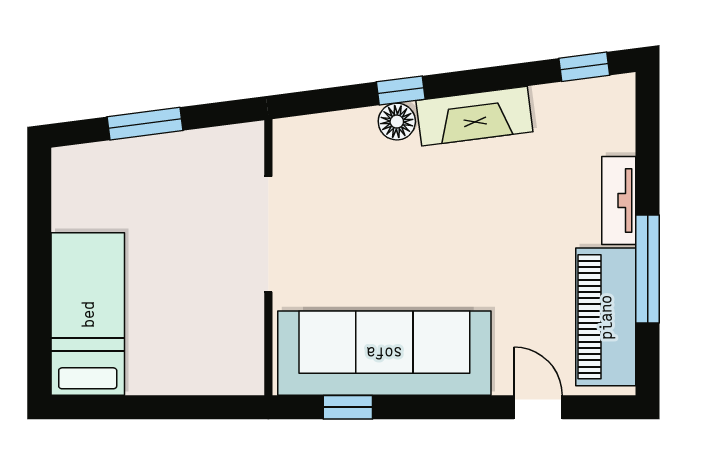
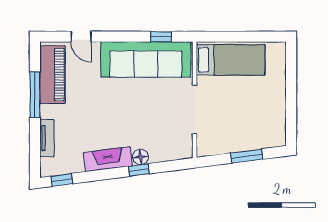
tv unit: (619, 200) -> (47, 138), moved
bed: (88, 314) -> (231, 60), moved, turned -90

